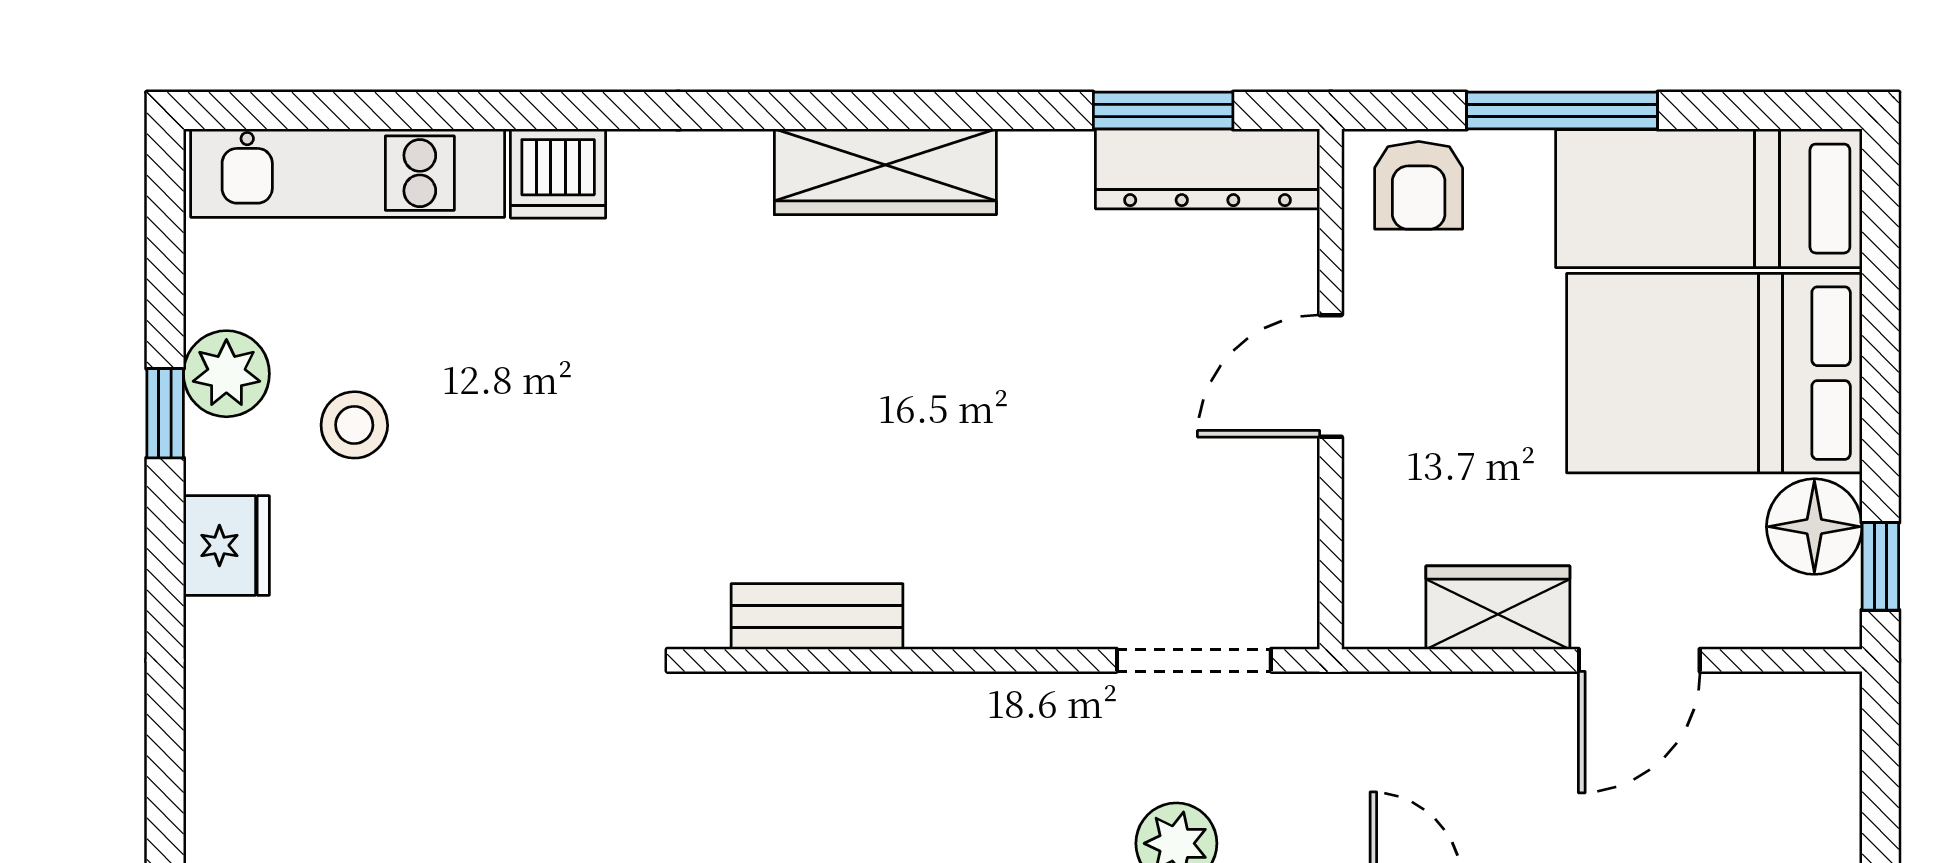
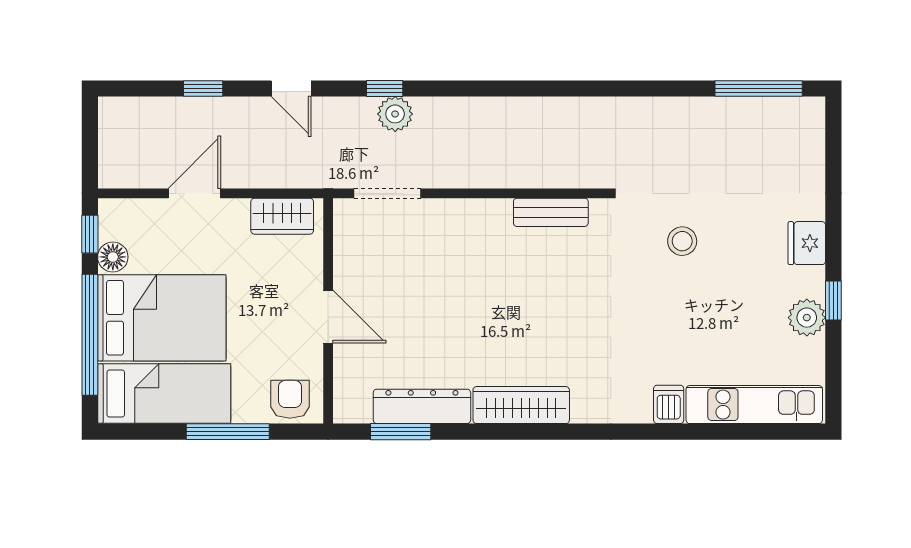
dresser: (1208, 169) -> (422, 406), moved
dishwasher: (558, 173) -> (669, 404), width x0.73
window: (1880, 334) -> (90, 335), added
door: (1331, 376) -> (328, 317), hinge flipped
stool: (354, 425) -> (682, 241), moved
floor lamp: (1814, 527) -> (113, 257), width x0.73, depth x0.73
wardrobe: (1498, 608) -> (282, 216), moved

